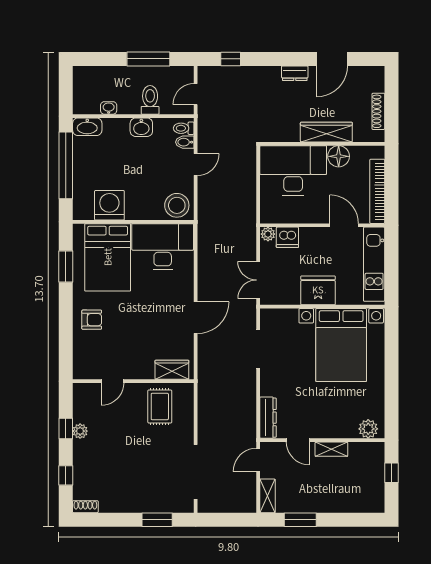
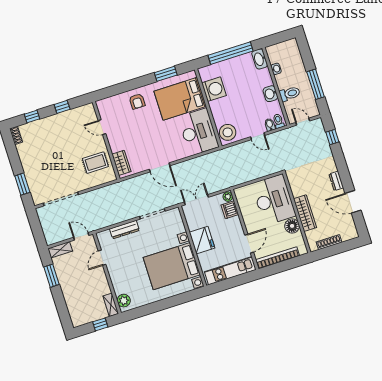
dresser: (268, 418) -> (124, 230), moved
plant: (80, 431) -> (63, 117), removed
shelving: (331, 449) -> (111, 305), moved

